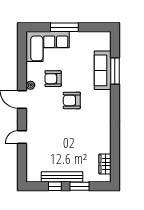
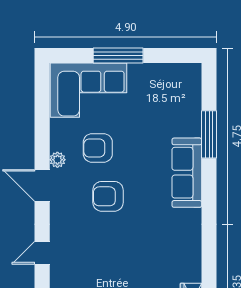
sofa: (103, 70) -> (187, 173), moved
armchair: (72, 100) -> (108, 196), moved

